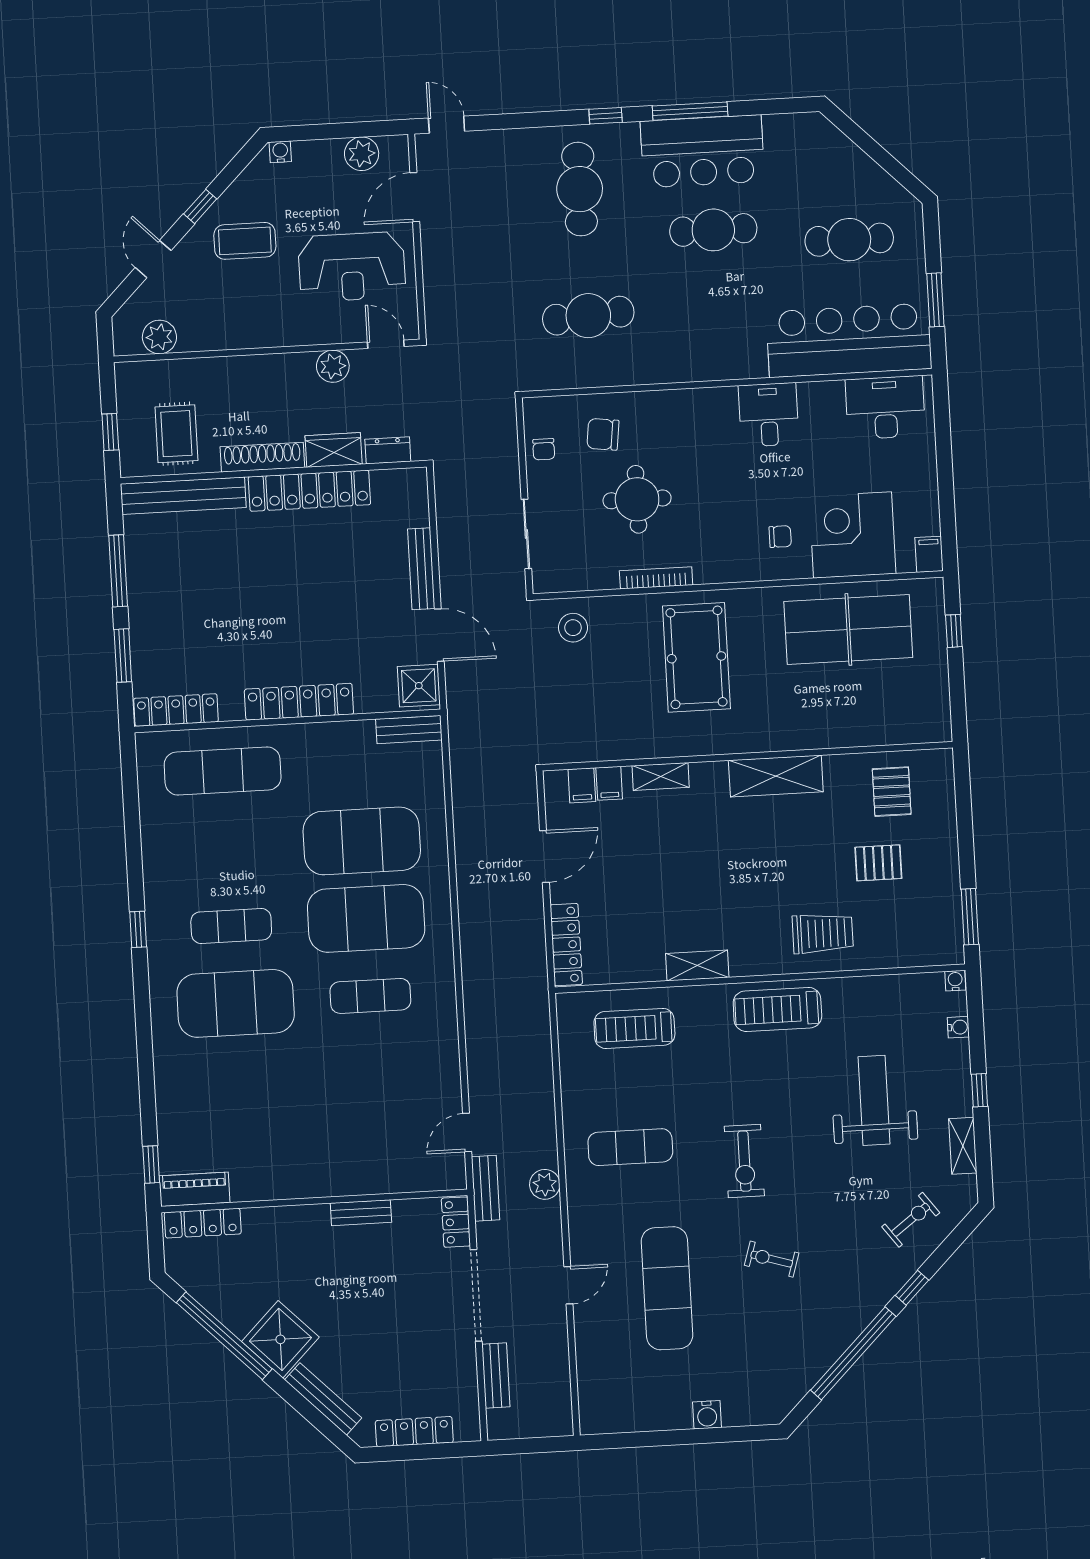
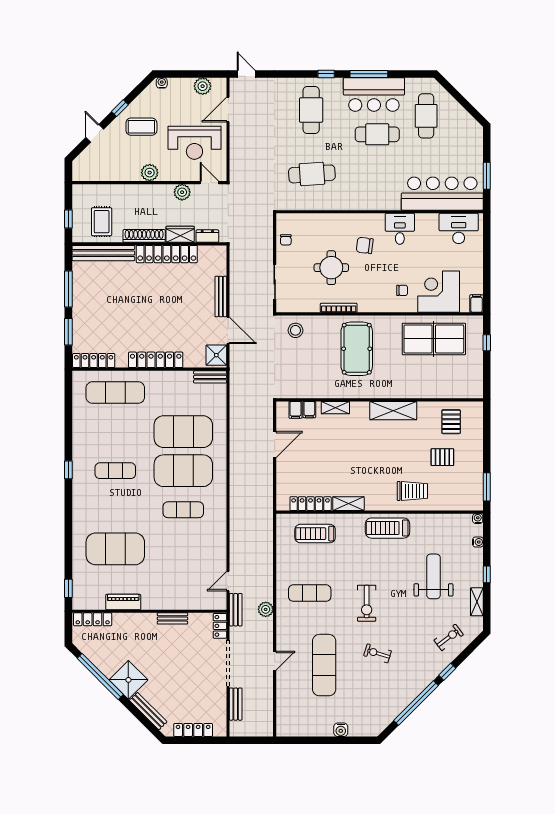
cafe table: (849, 240) -> (426, 116), moved, turned 90
plant: (159, 337) -> (150, 173), moved
chair: (603, 434) -> (365, 245), moved
locker: (566, 945) -> (311, 504), moved, turned -90
exercise mat: (236, 1003) -> (115, 549), moved
piano: (195, 1189) -> (123, 602), moved

